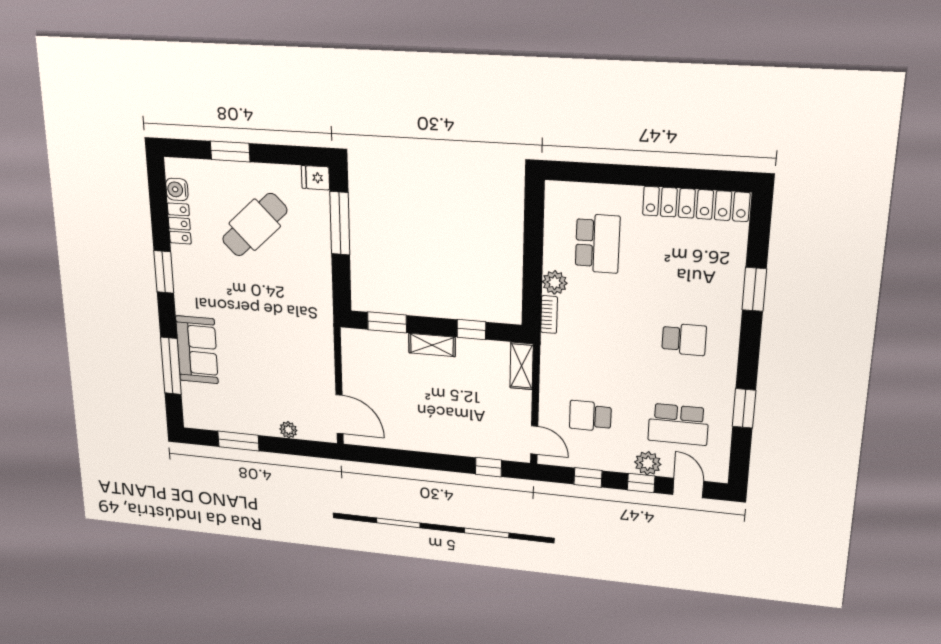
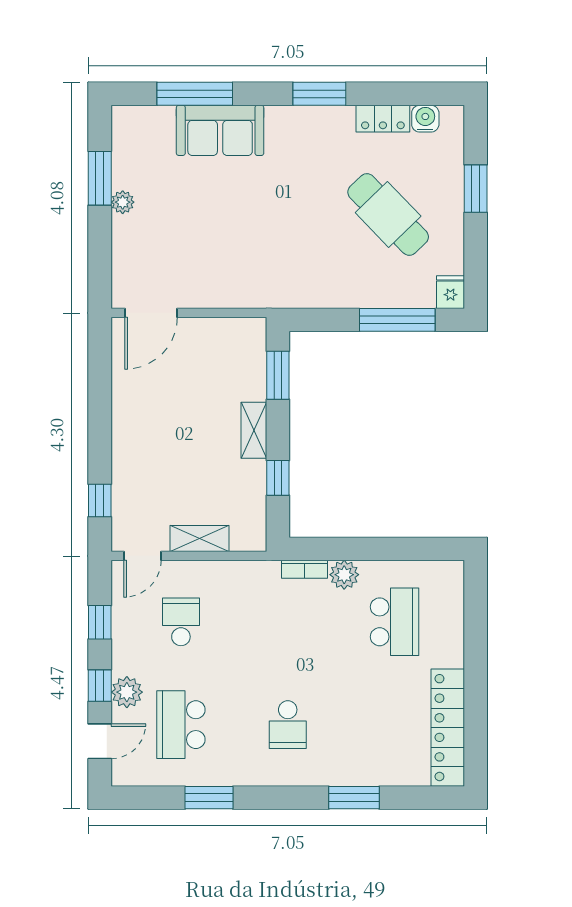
school desk: (598, 243) -> (395, 622), turned -90
shelving: (522, 366) -> (199, 538), moved
plant: (288, 430) -> (123, 202), moved

